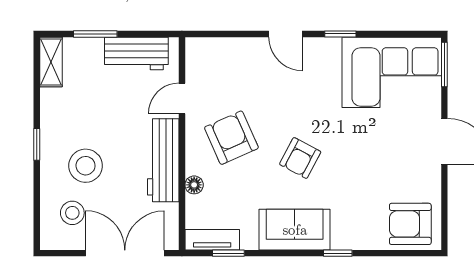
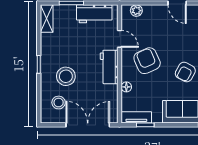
plant: (212, 48) -> (136, 11), added
door: (182, 98) -> (120, 39), swing flipped
workbench: (163, 160) -> (109, 67), width x0.73

